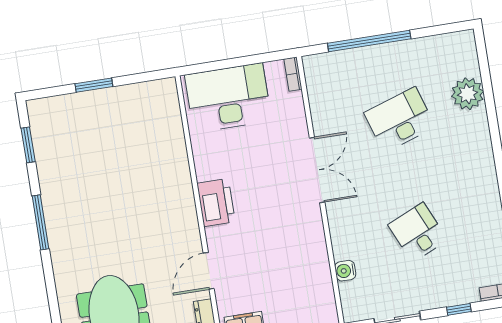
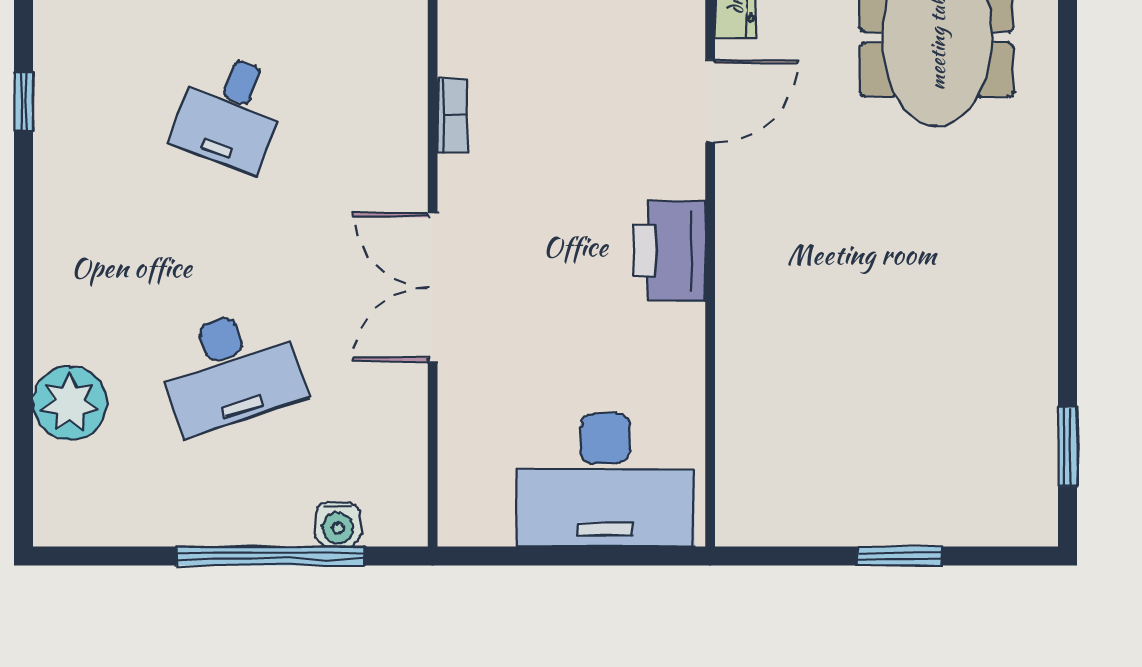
bookcase: (293, 74) -> (452, 115), moved
window: (41, 222) -> (1068, 269), removed
desk: (418, 232) -> (230, 112), turned 45
water cooler: (345, 271) -> (338, 524), moved, turned 90

